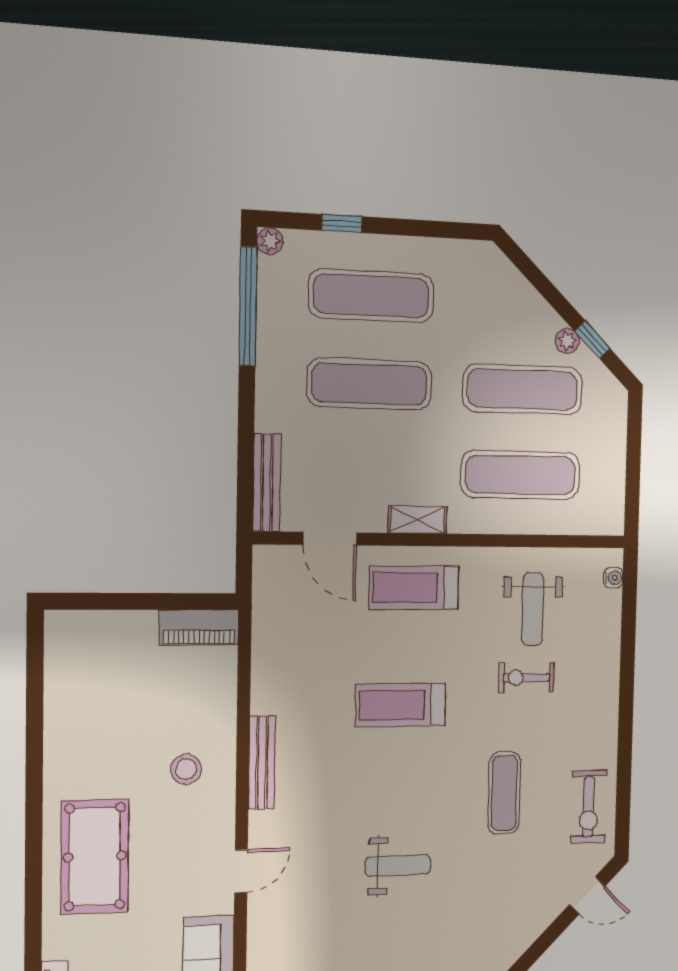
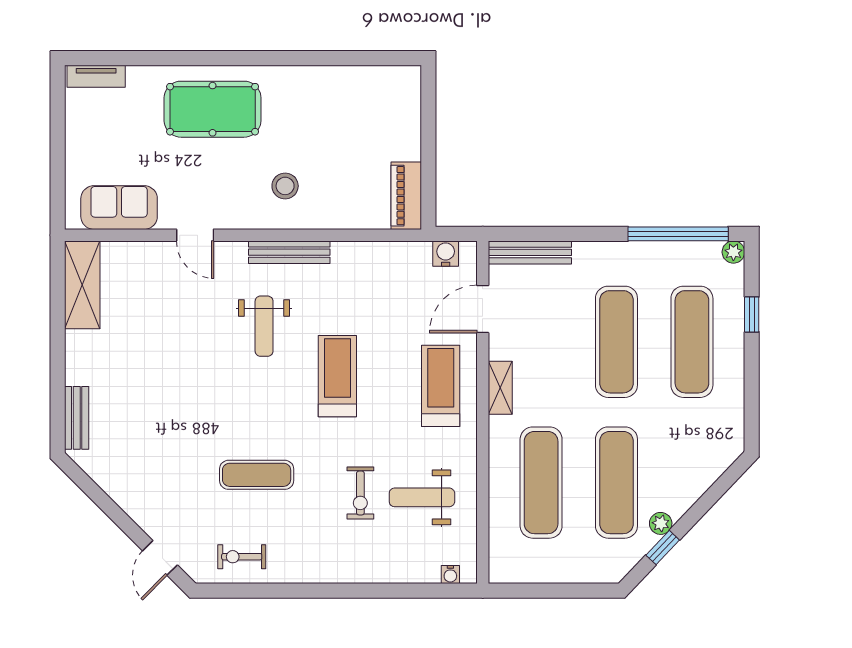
water cooler: (266, 581) -> (446, 254), added
exercise bike: (526, 678) -> (360, 493), turned 180
exercise bike: (589, 807) -> (242, 557), width x0.73, depth x0.72
weight bench: (398, 866) -> (264, 326), moved

